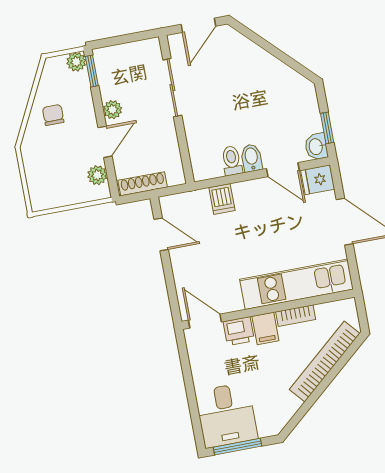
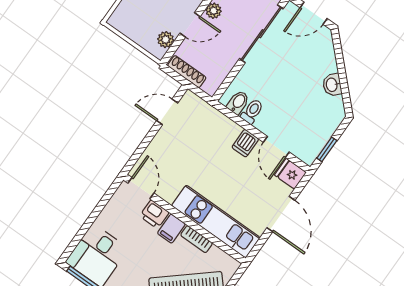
sliding door: (172, 88) -> (261, 34), width x1.37
washbasin: (316, 147) -> (332, 85), moved, turned -45
bidet: (252, 158) -> (238, 102), moved
dishwasher: (222, 199) -> (245, 143), moved
door: (161, 234) -> (167, 112), swing flipped

